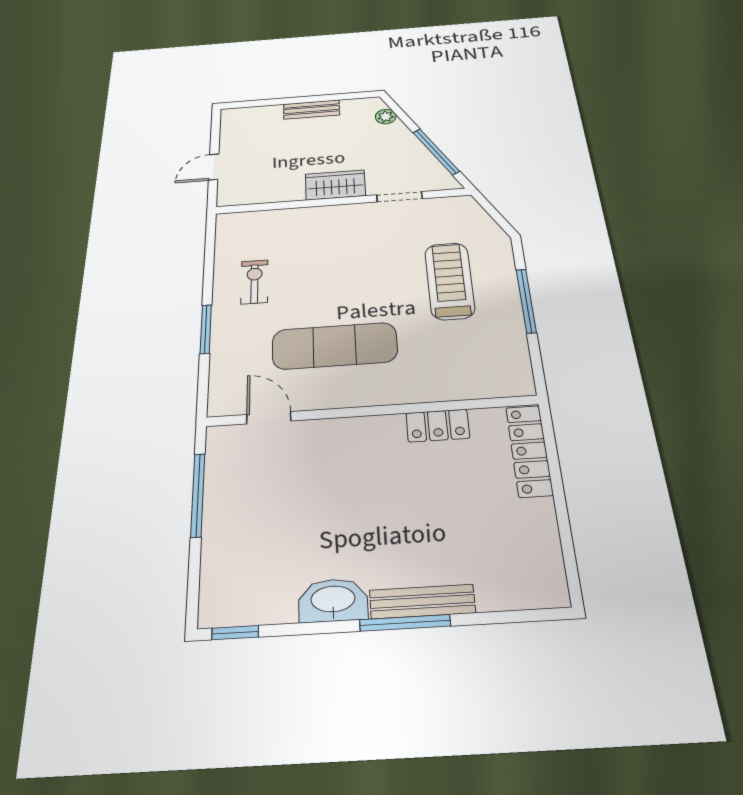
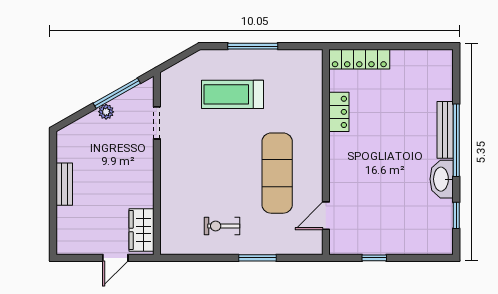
plant: (386, 117) -> (106, 112), moved
door: (214, 167) -> (115, 258), hinge flipped
wardrobe: (335, 185) -> (141, 230), moved
window: (198, 495) -> (374, 258), width x0.46
window: (405, 623) -> (456, 140), width x1.46
window: (235, 633) -> (456, 215), moved

